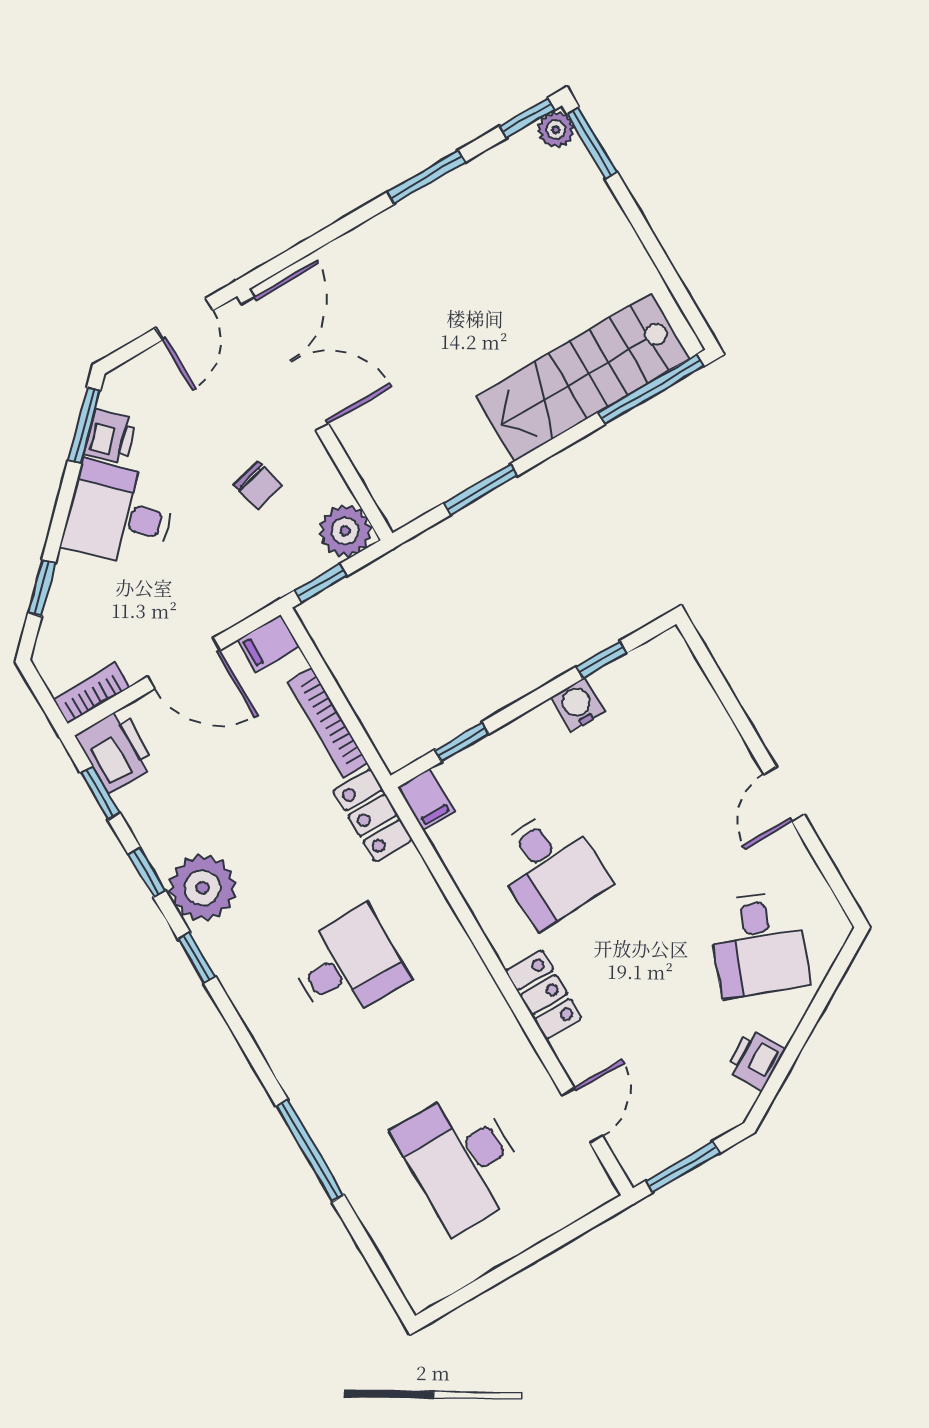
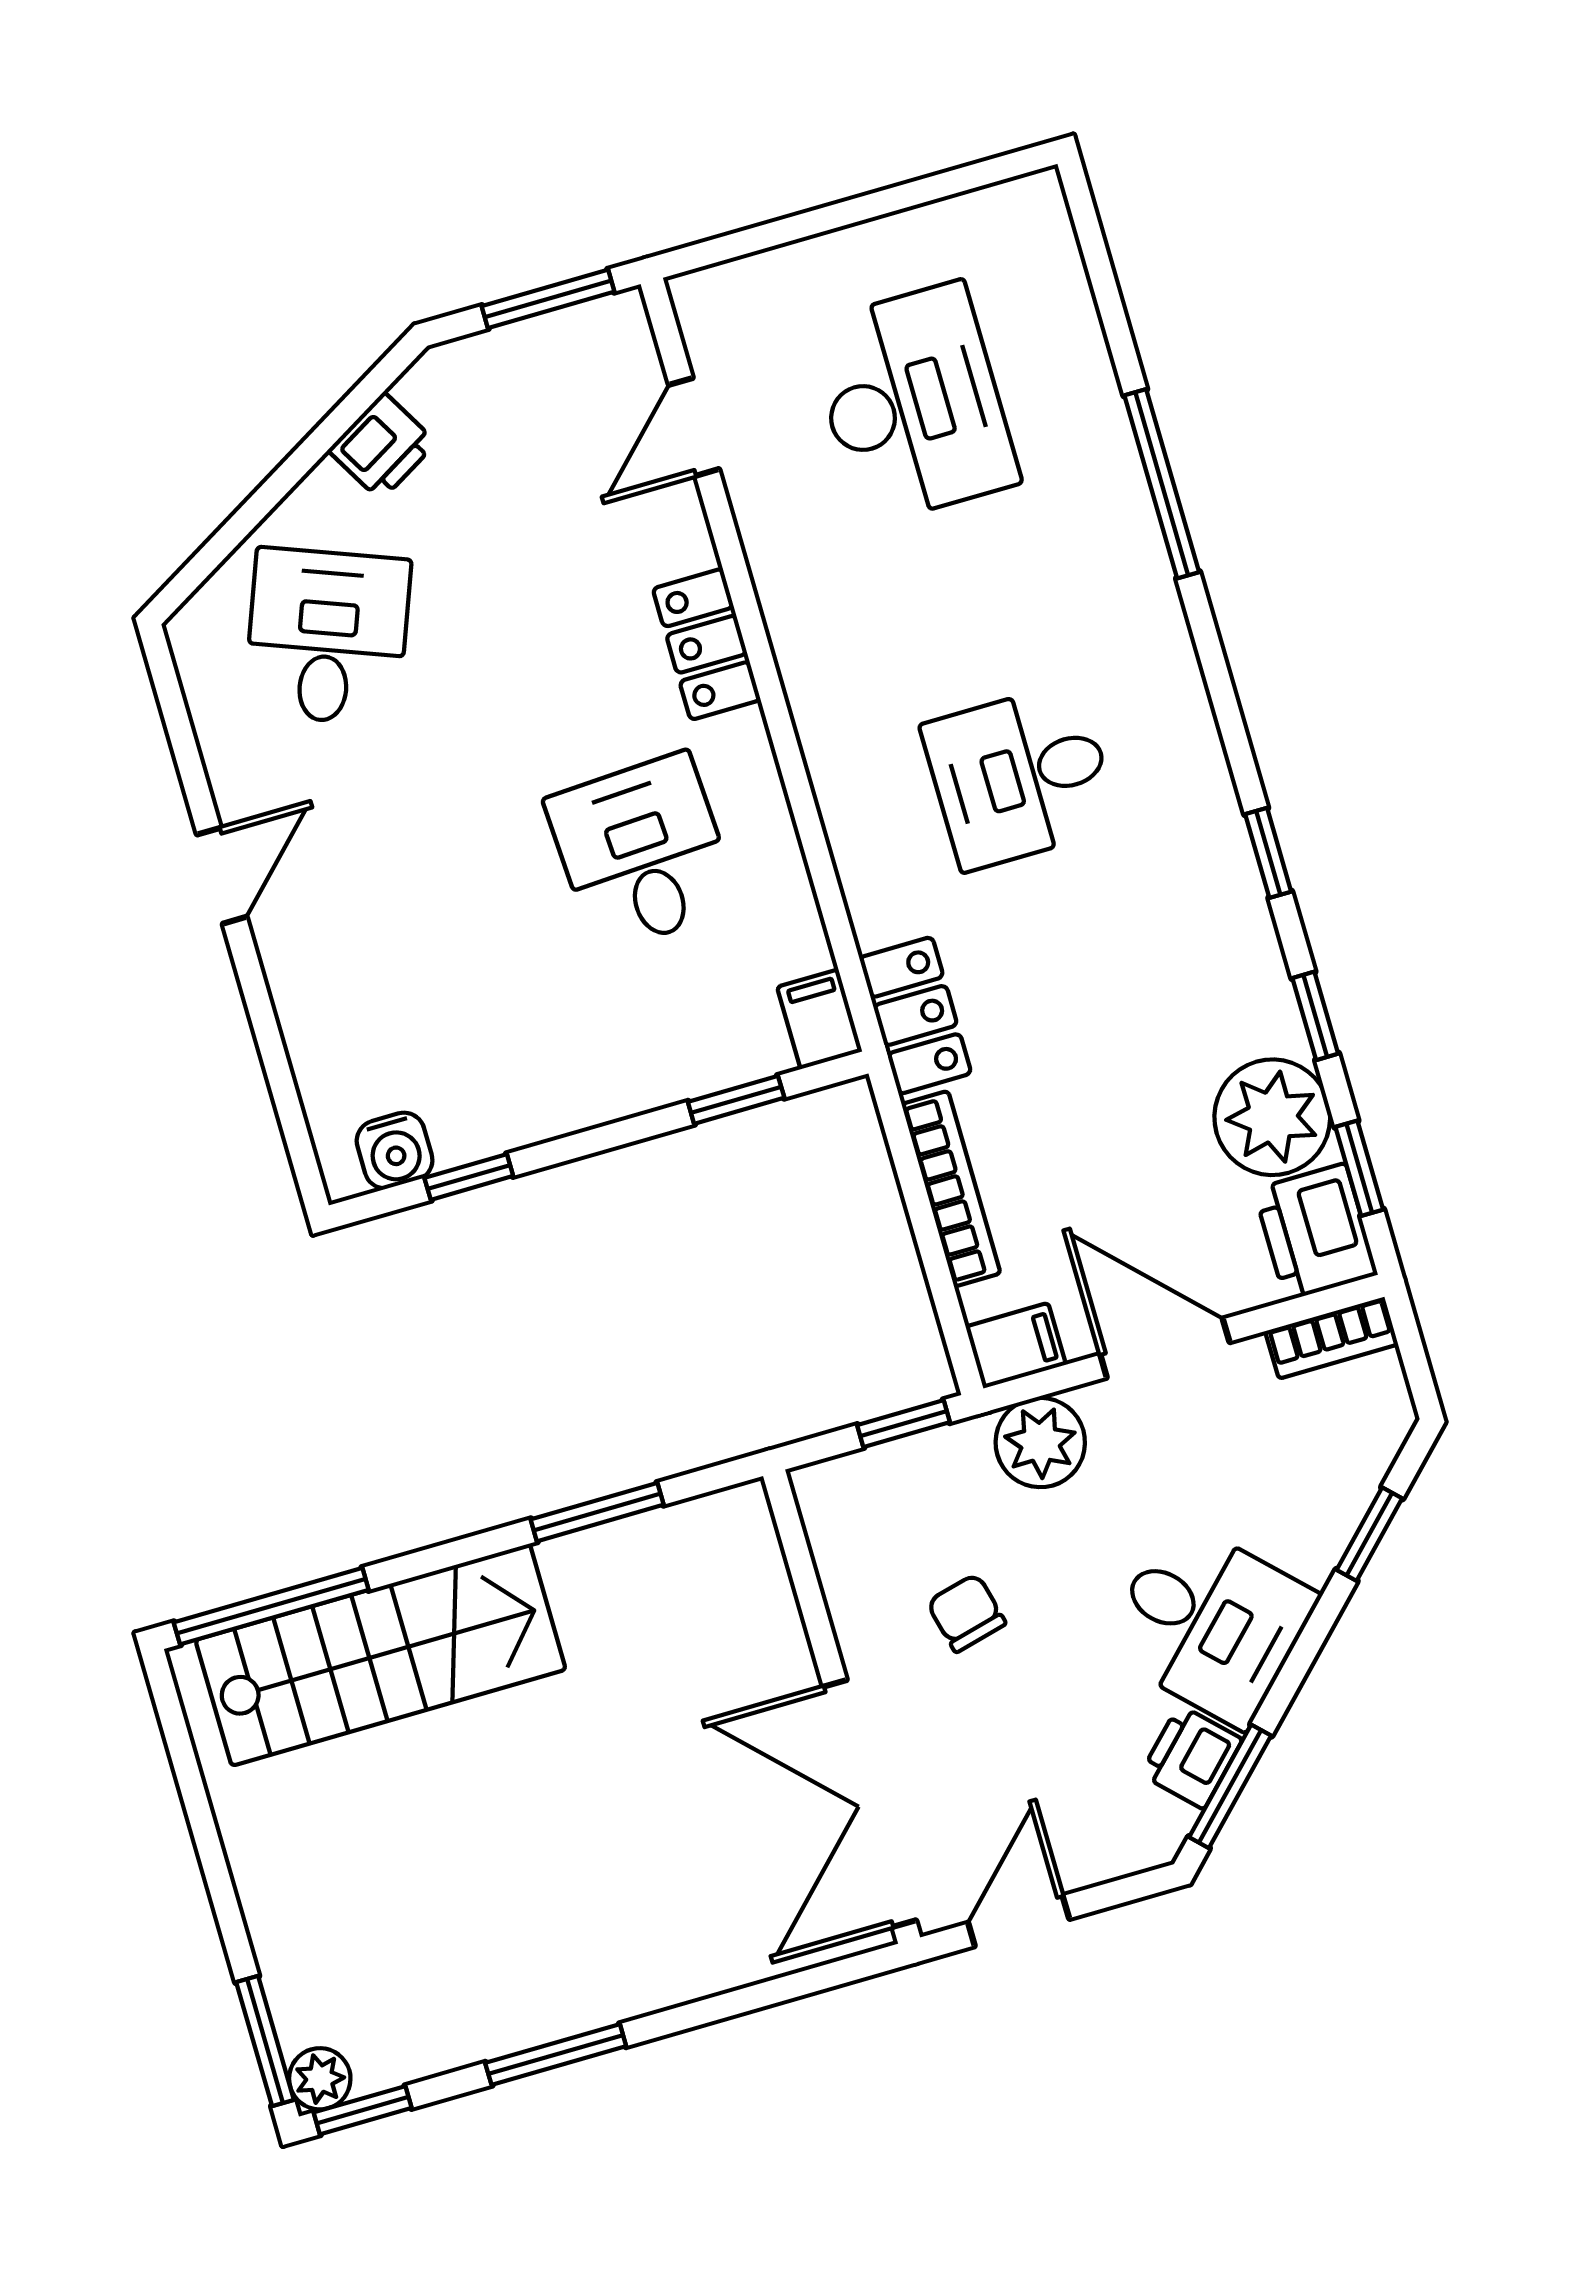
plant: (345, 531) -> (1040, 1443), moved
water cooler: (578, 705) -> (395, 1151), moved
plant: (203, 888) -> (1272, 1117), moved

